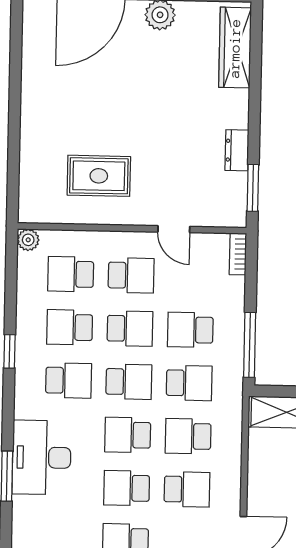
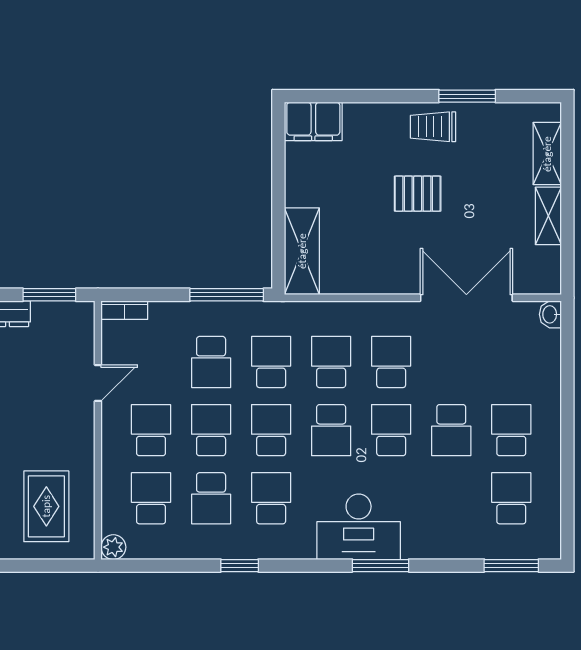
rug: (99, 176) -> (46, 506), moved
school desk: (71, 274) -> (151, 498), turned 180
school desk: (188, 436) -> (331, 362), turned 180
school desk: (127, 488) -> (391, 430), turned 180

